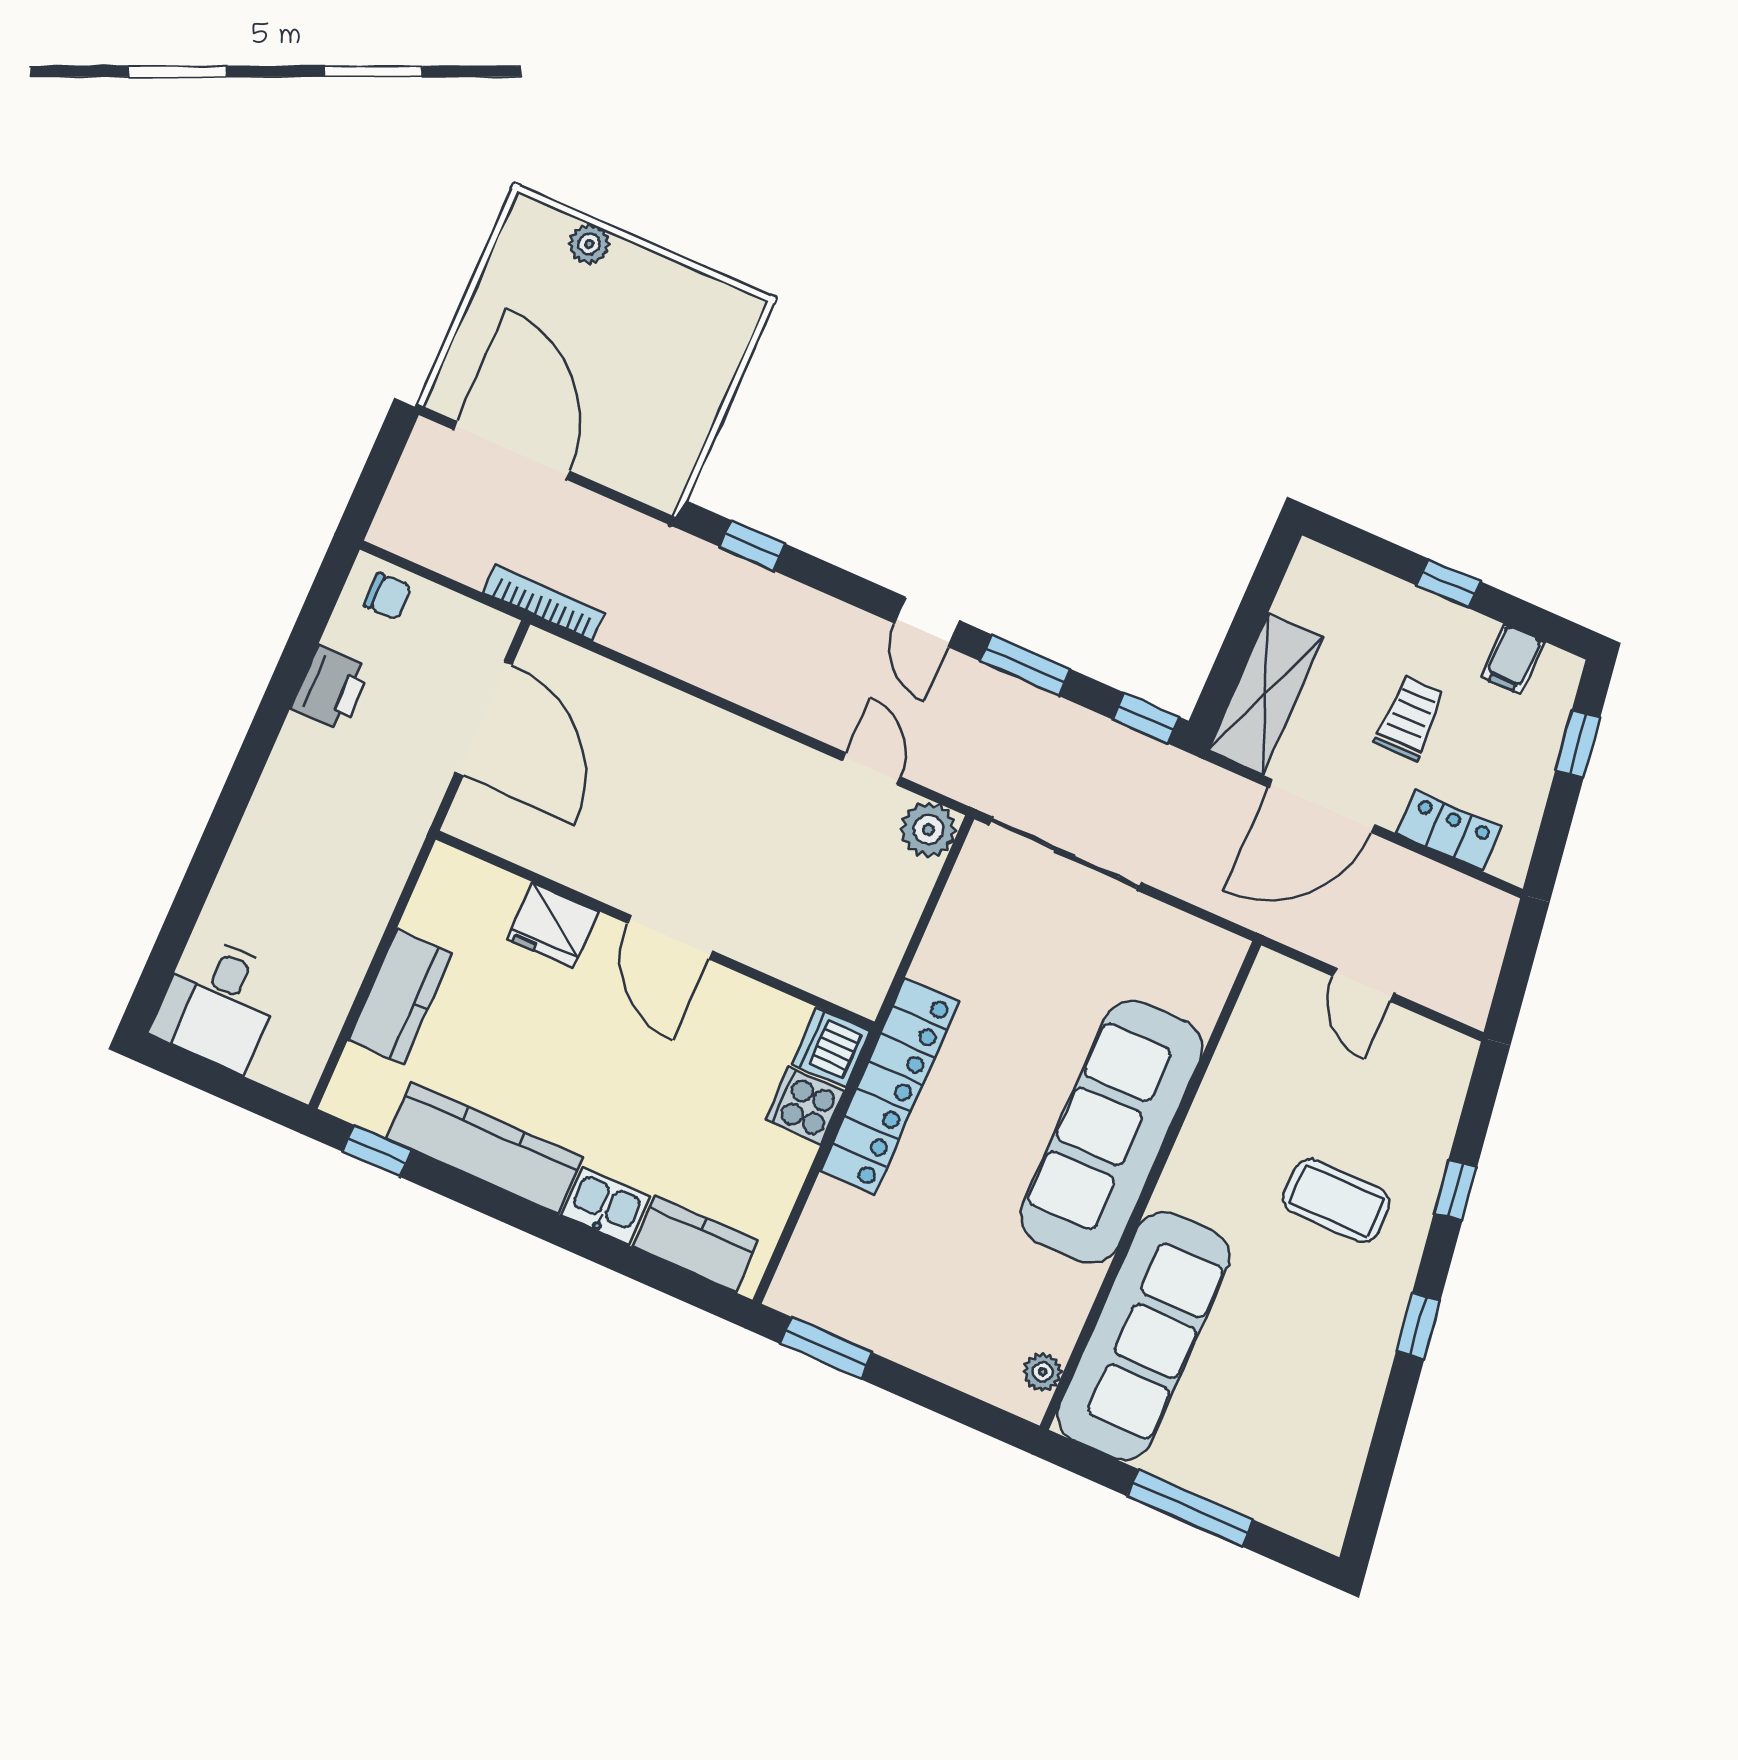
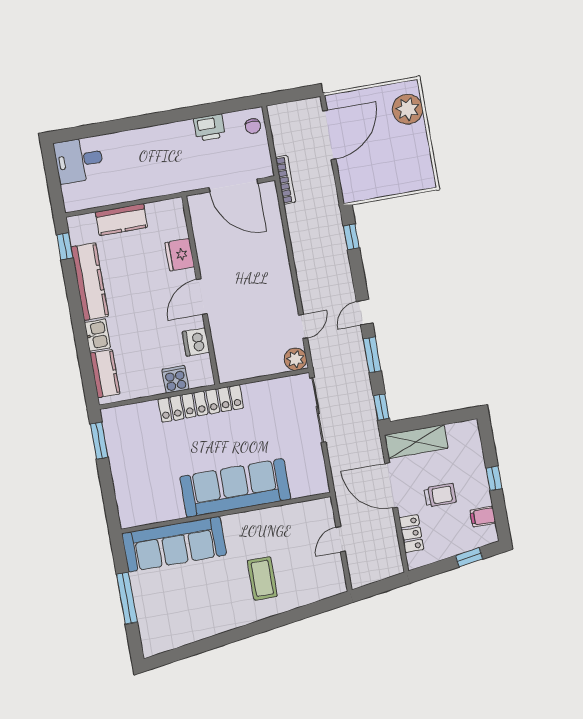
plant: (589, 244) -> (408, 109), width x1.88, depth x1.88
door: (484, 718) -> (233, 185), hinge flipped
dishwasher: (831, 1047) -> (196, 342), moved, turned -90
window: (1455, 1190) -> (292, 616), removed
window: (1418, 1326) -> (239, 634), removed
plant: (1043, 1372) -> (139, 518), removed

